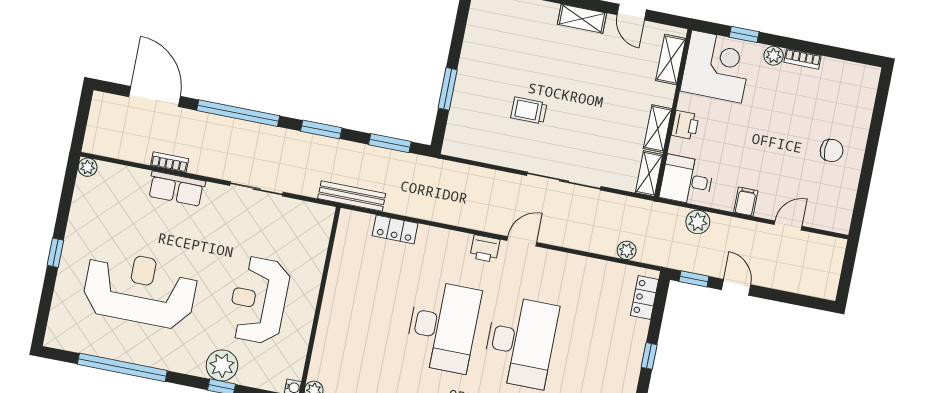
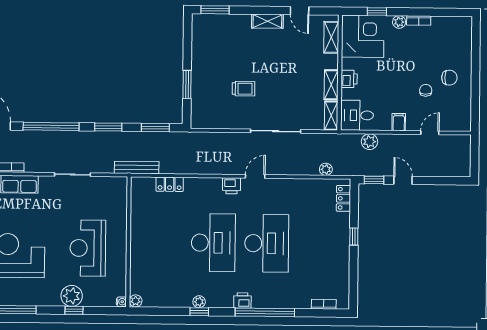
trolley: (529, 110) -> (243, 89), turned 180
chair: (794, 162) -> (426, 90), added

